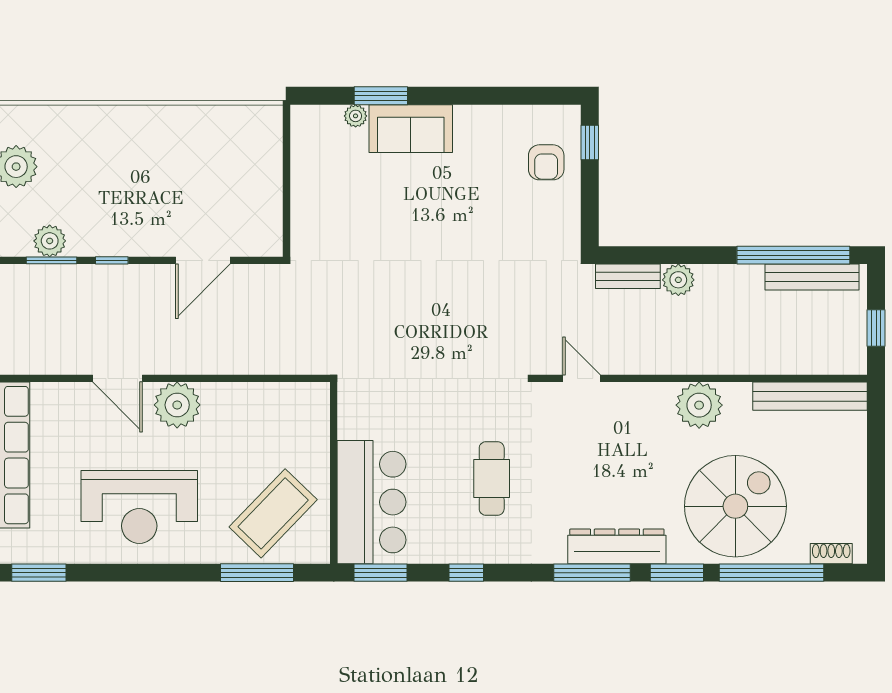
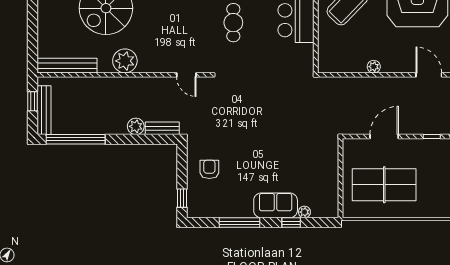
window: (381, 96) -> (291, 223), width x0.67
window: (480, 96) -> (240, 223), added
armchair: (546, 162) -> (209, 169), moved
table tennis table: (203, 168) -> (384, 185), added
bench: (812, 277) -> (44, 110), moved, turned 90
plant: (177, 405) -> (374, 67), moved, width x0.53, depth x0.53

